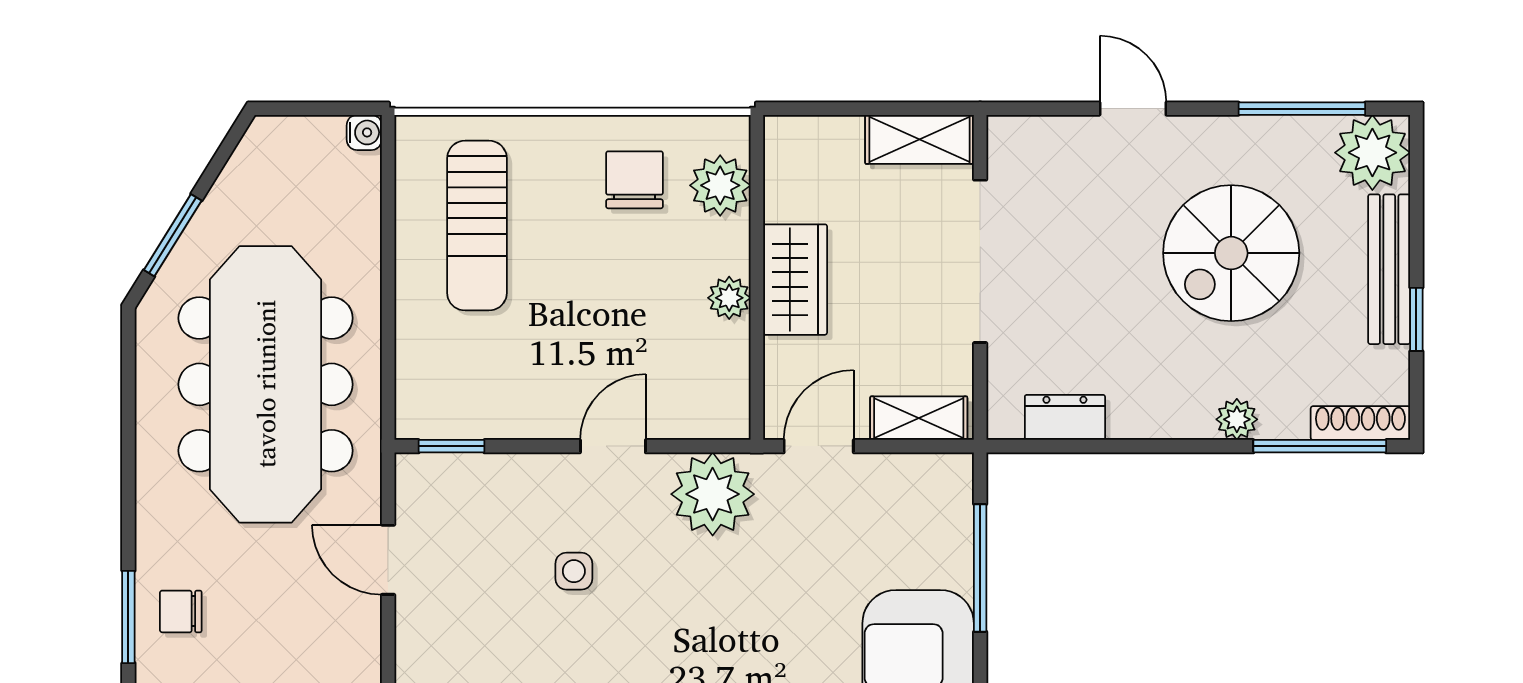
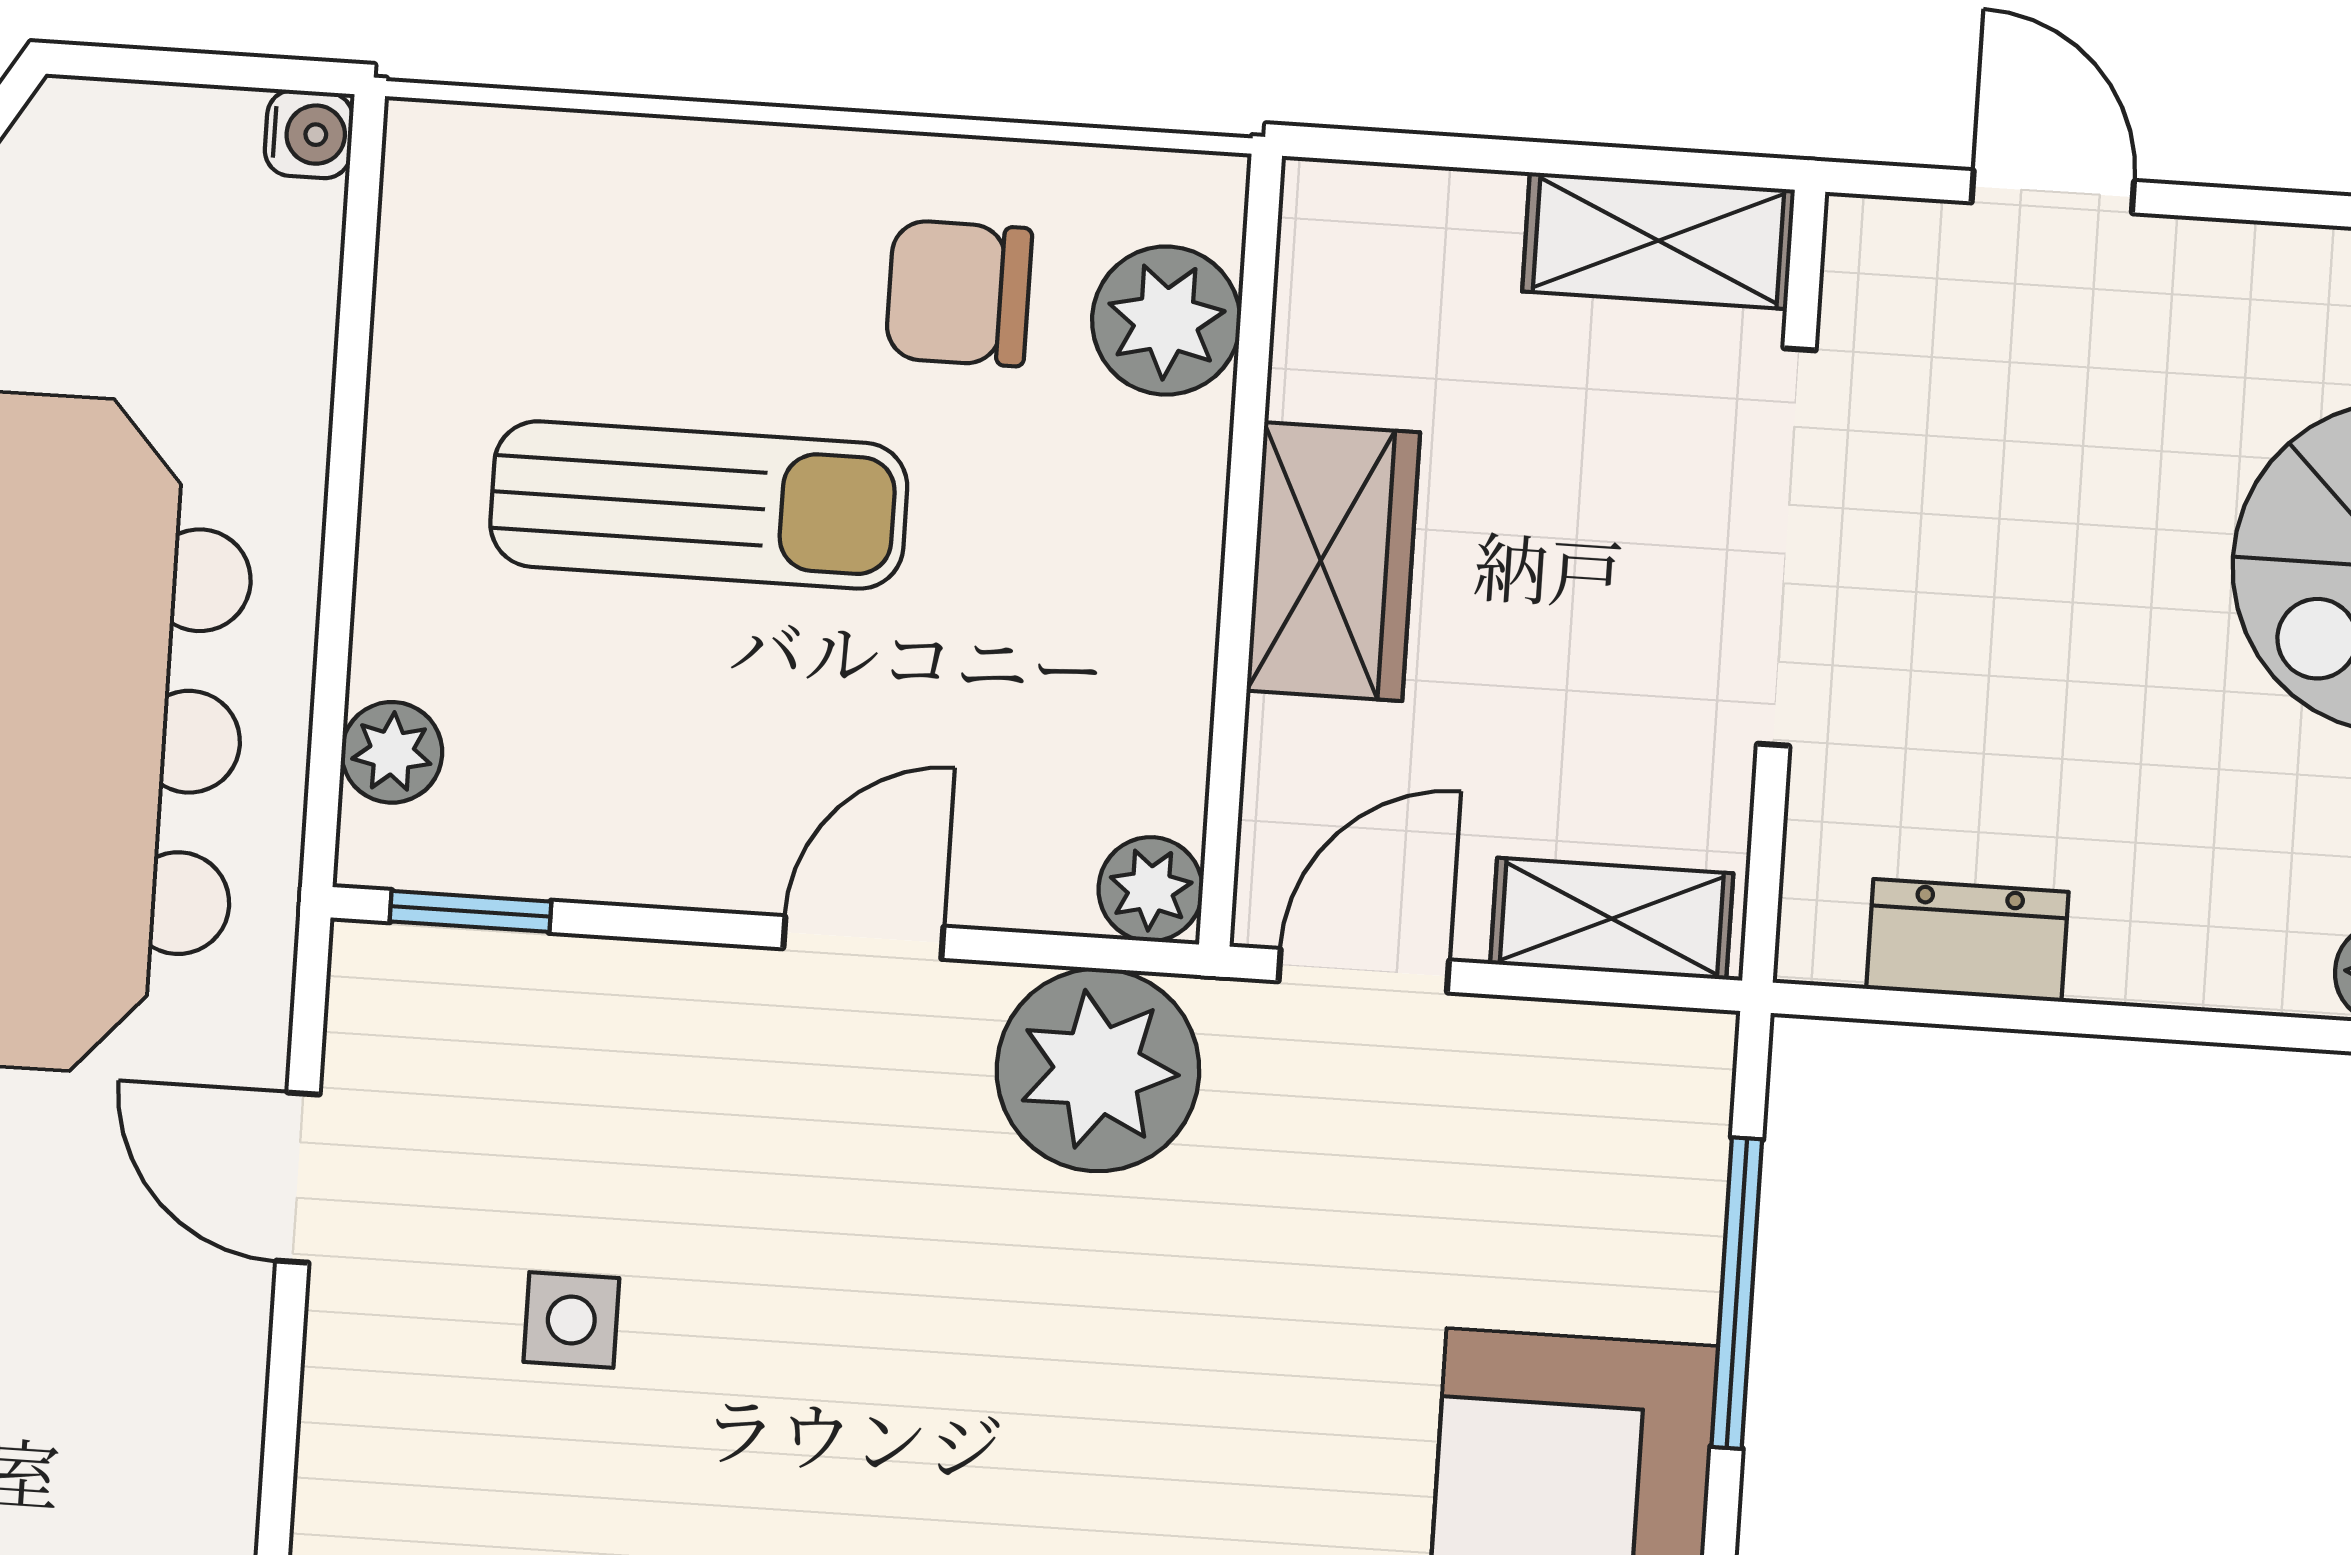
door: (1133, 109) -> (2053, 192), moved
chair: (634, 180) -> (959, 293), turned -90
sun lounger: (477, 226) -> (699, 505), moved, turned -90
plant: (729, 298) -> (1151, 889), moved
plant: (415, 383) -> (392, 752), added
side table: (574, 571) -> (571, 1320), moved

